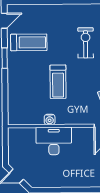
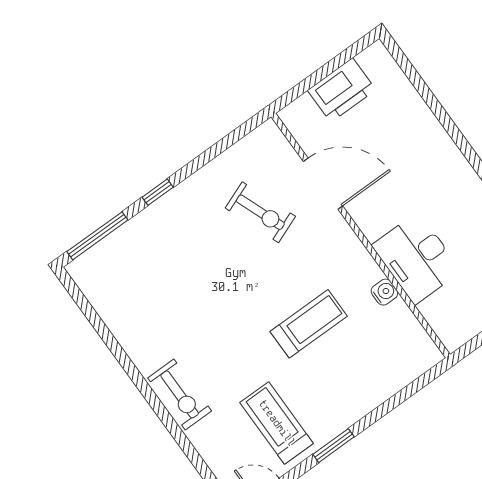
exercise bike: (86, 43) -> (180, 394), moved, turned -90

